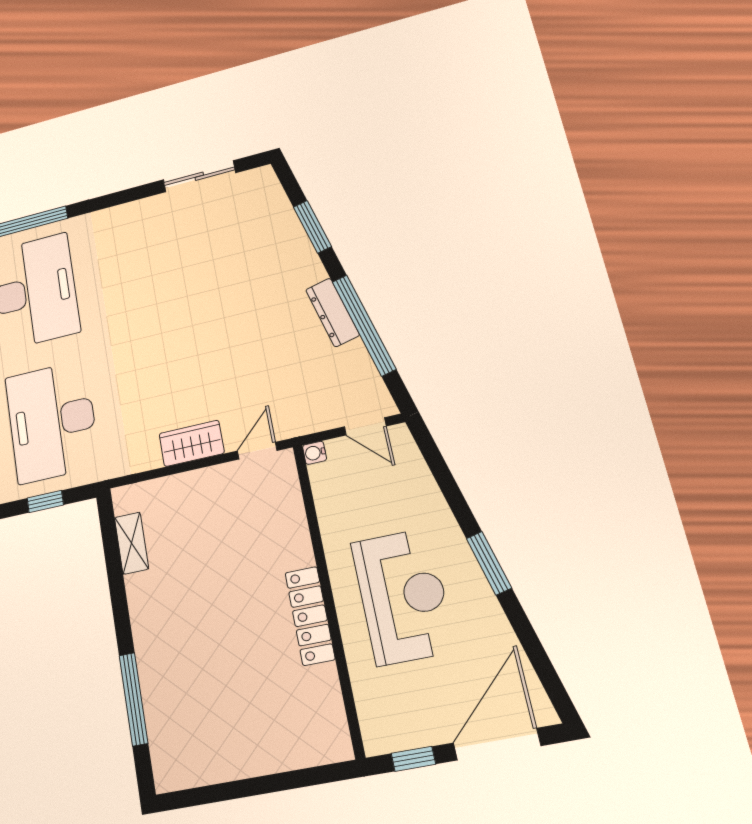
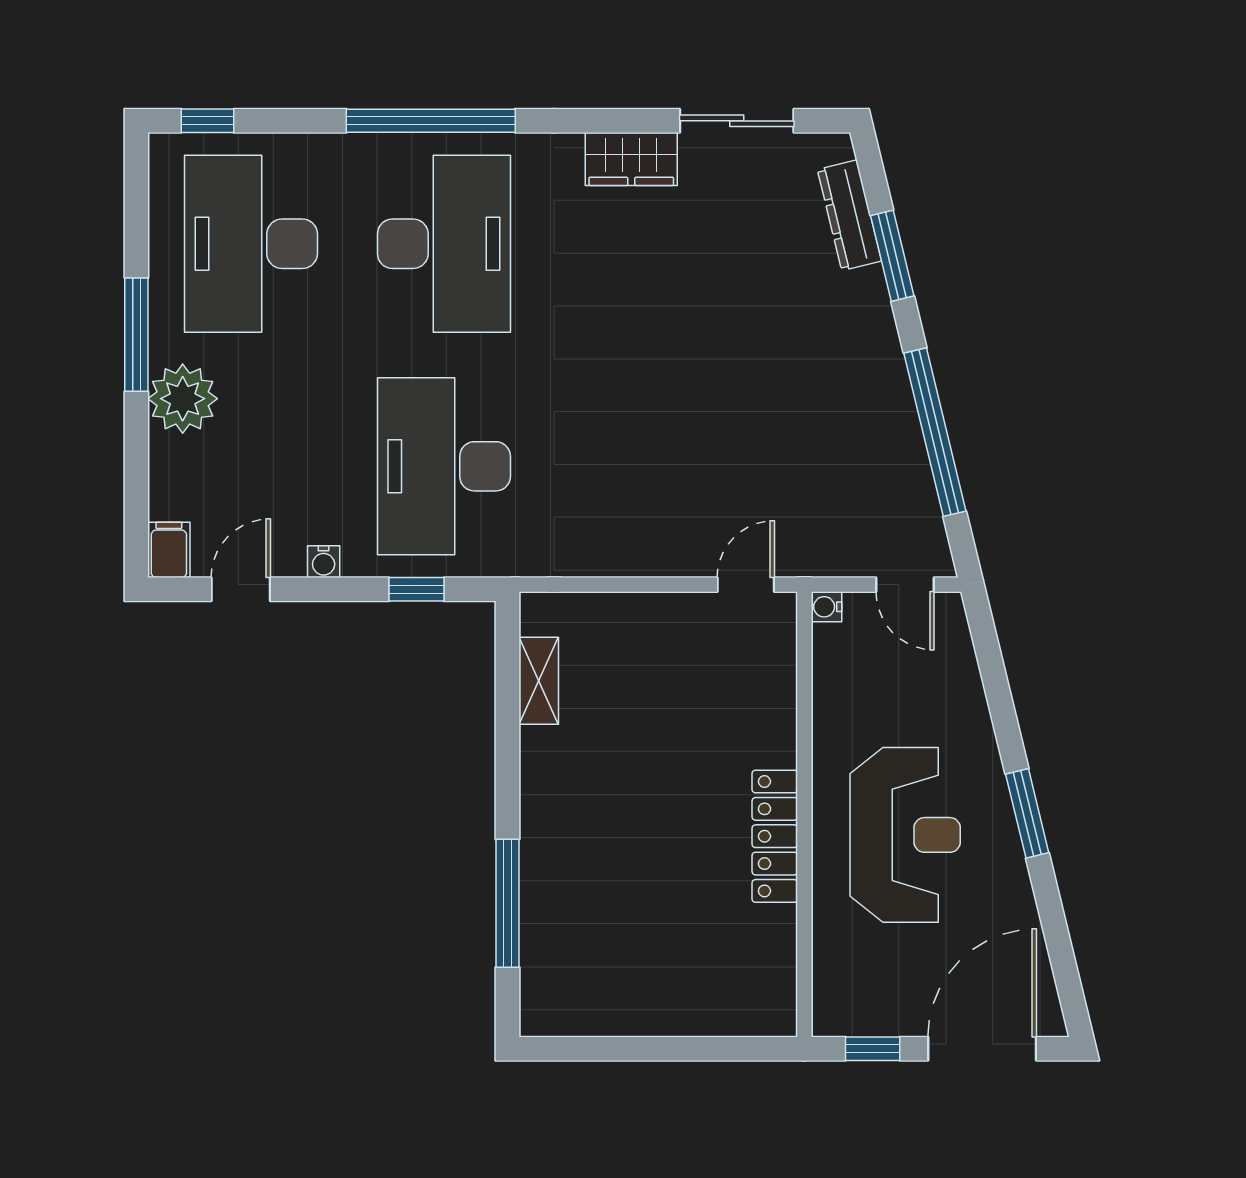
dresser: (332, 312) -> (849, 215), moved
wardrobe: (192, 443) -> (631, 159), moved, turned 180

